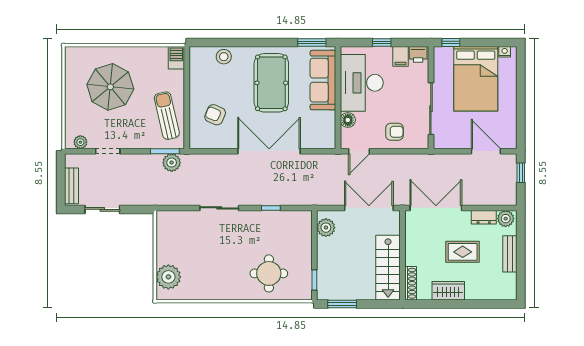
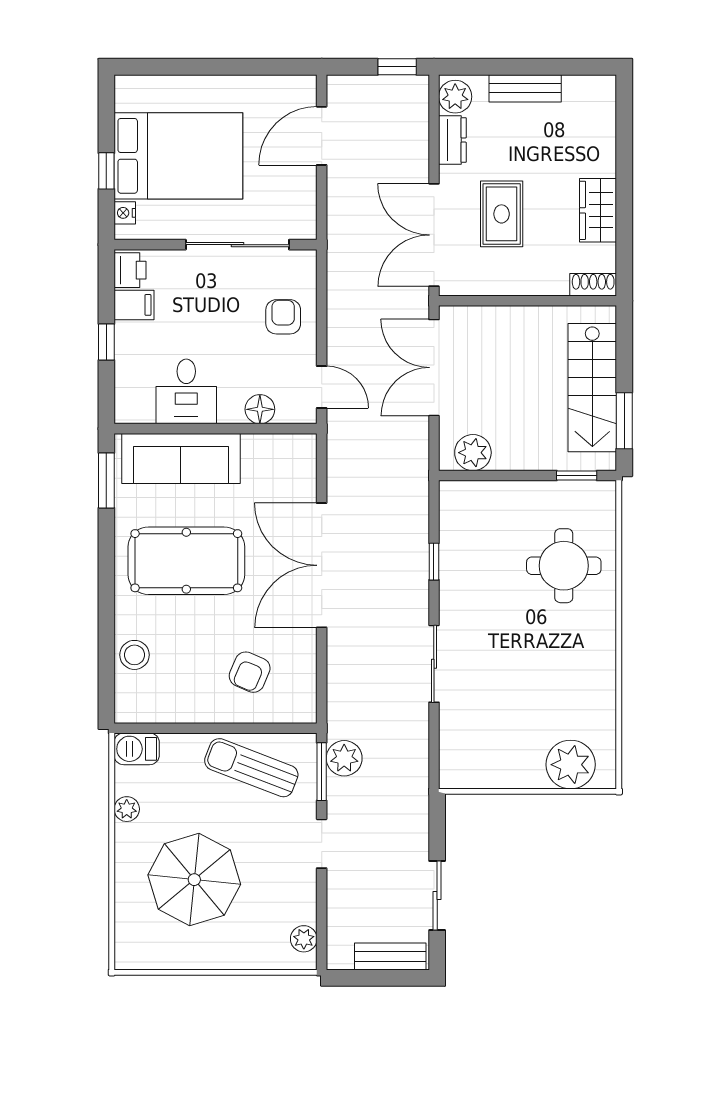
window: (451, 42) -> (106, 171), moved
nightstand: (505, 52) -> (125, 213), moved
plant: (146, 53) -> (127, 809), added
desk: (362, 83) -> (186, 391), width x0.53, depth x0.77
sun lounger: (167, 116) -> (251, 768), turned 34
doorway: (108, 151) -> (322, 844), moved
window: (521, 173) -> (397, 67), moved
rug: (463, 252) -> (502, 214), moved
stairs: (388, 268) -> (592, 388), moved, turned 90
shoe rack: (411, 283) -> (593, 285), width x0.70

